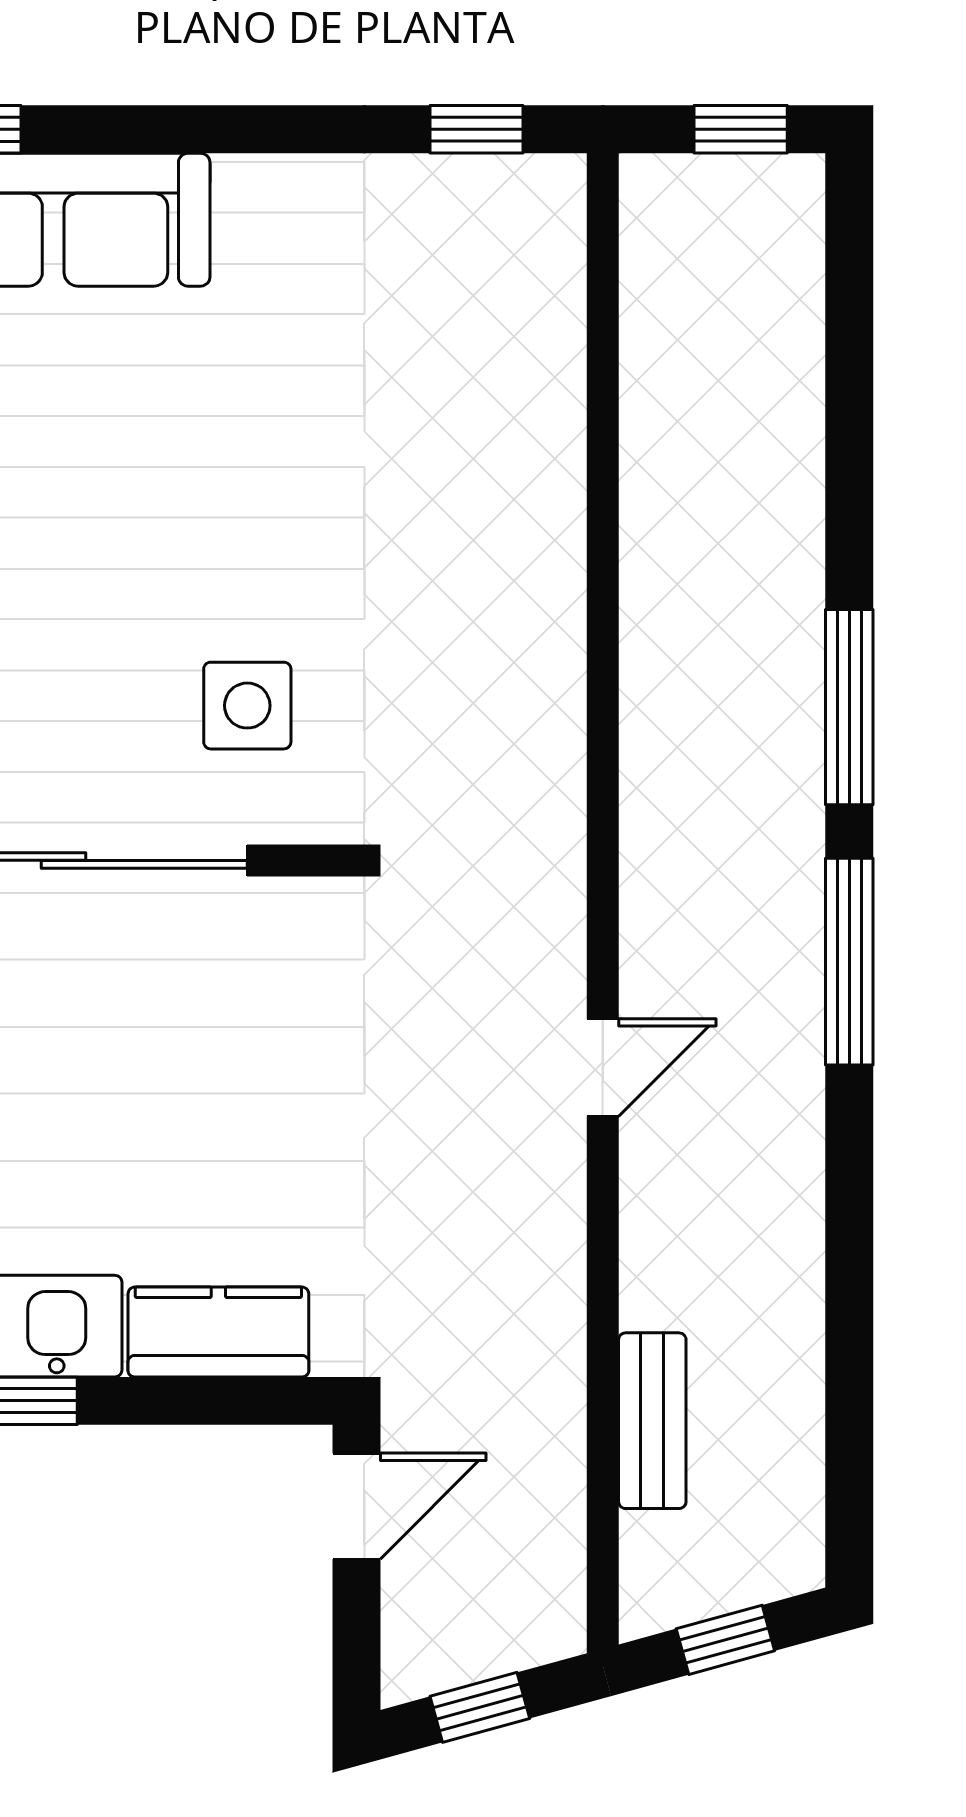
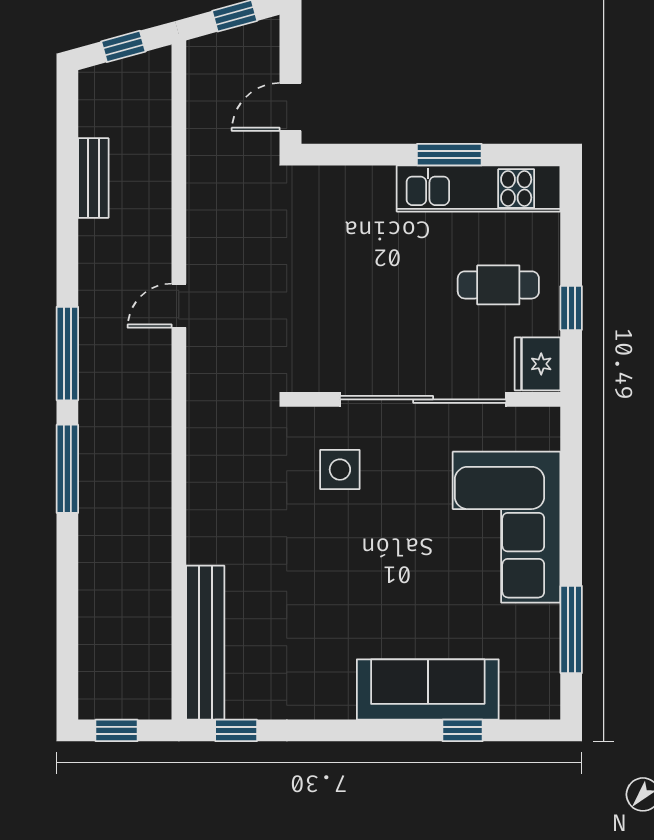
bench: (545, 323) -> (205, 643), added
kitchen counter: (218, 1332) -> (353, 186), removed
bench: (652, 1421) -> (93, 178), moved

